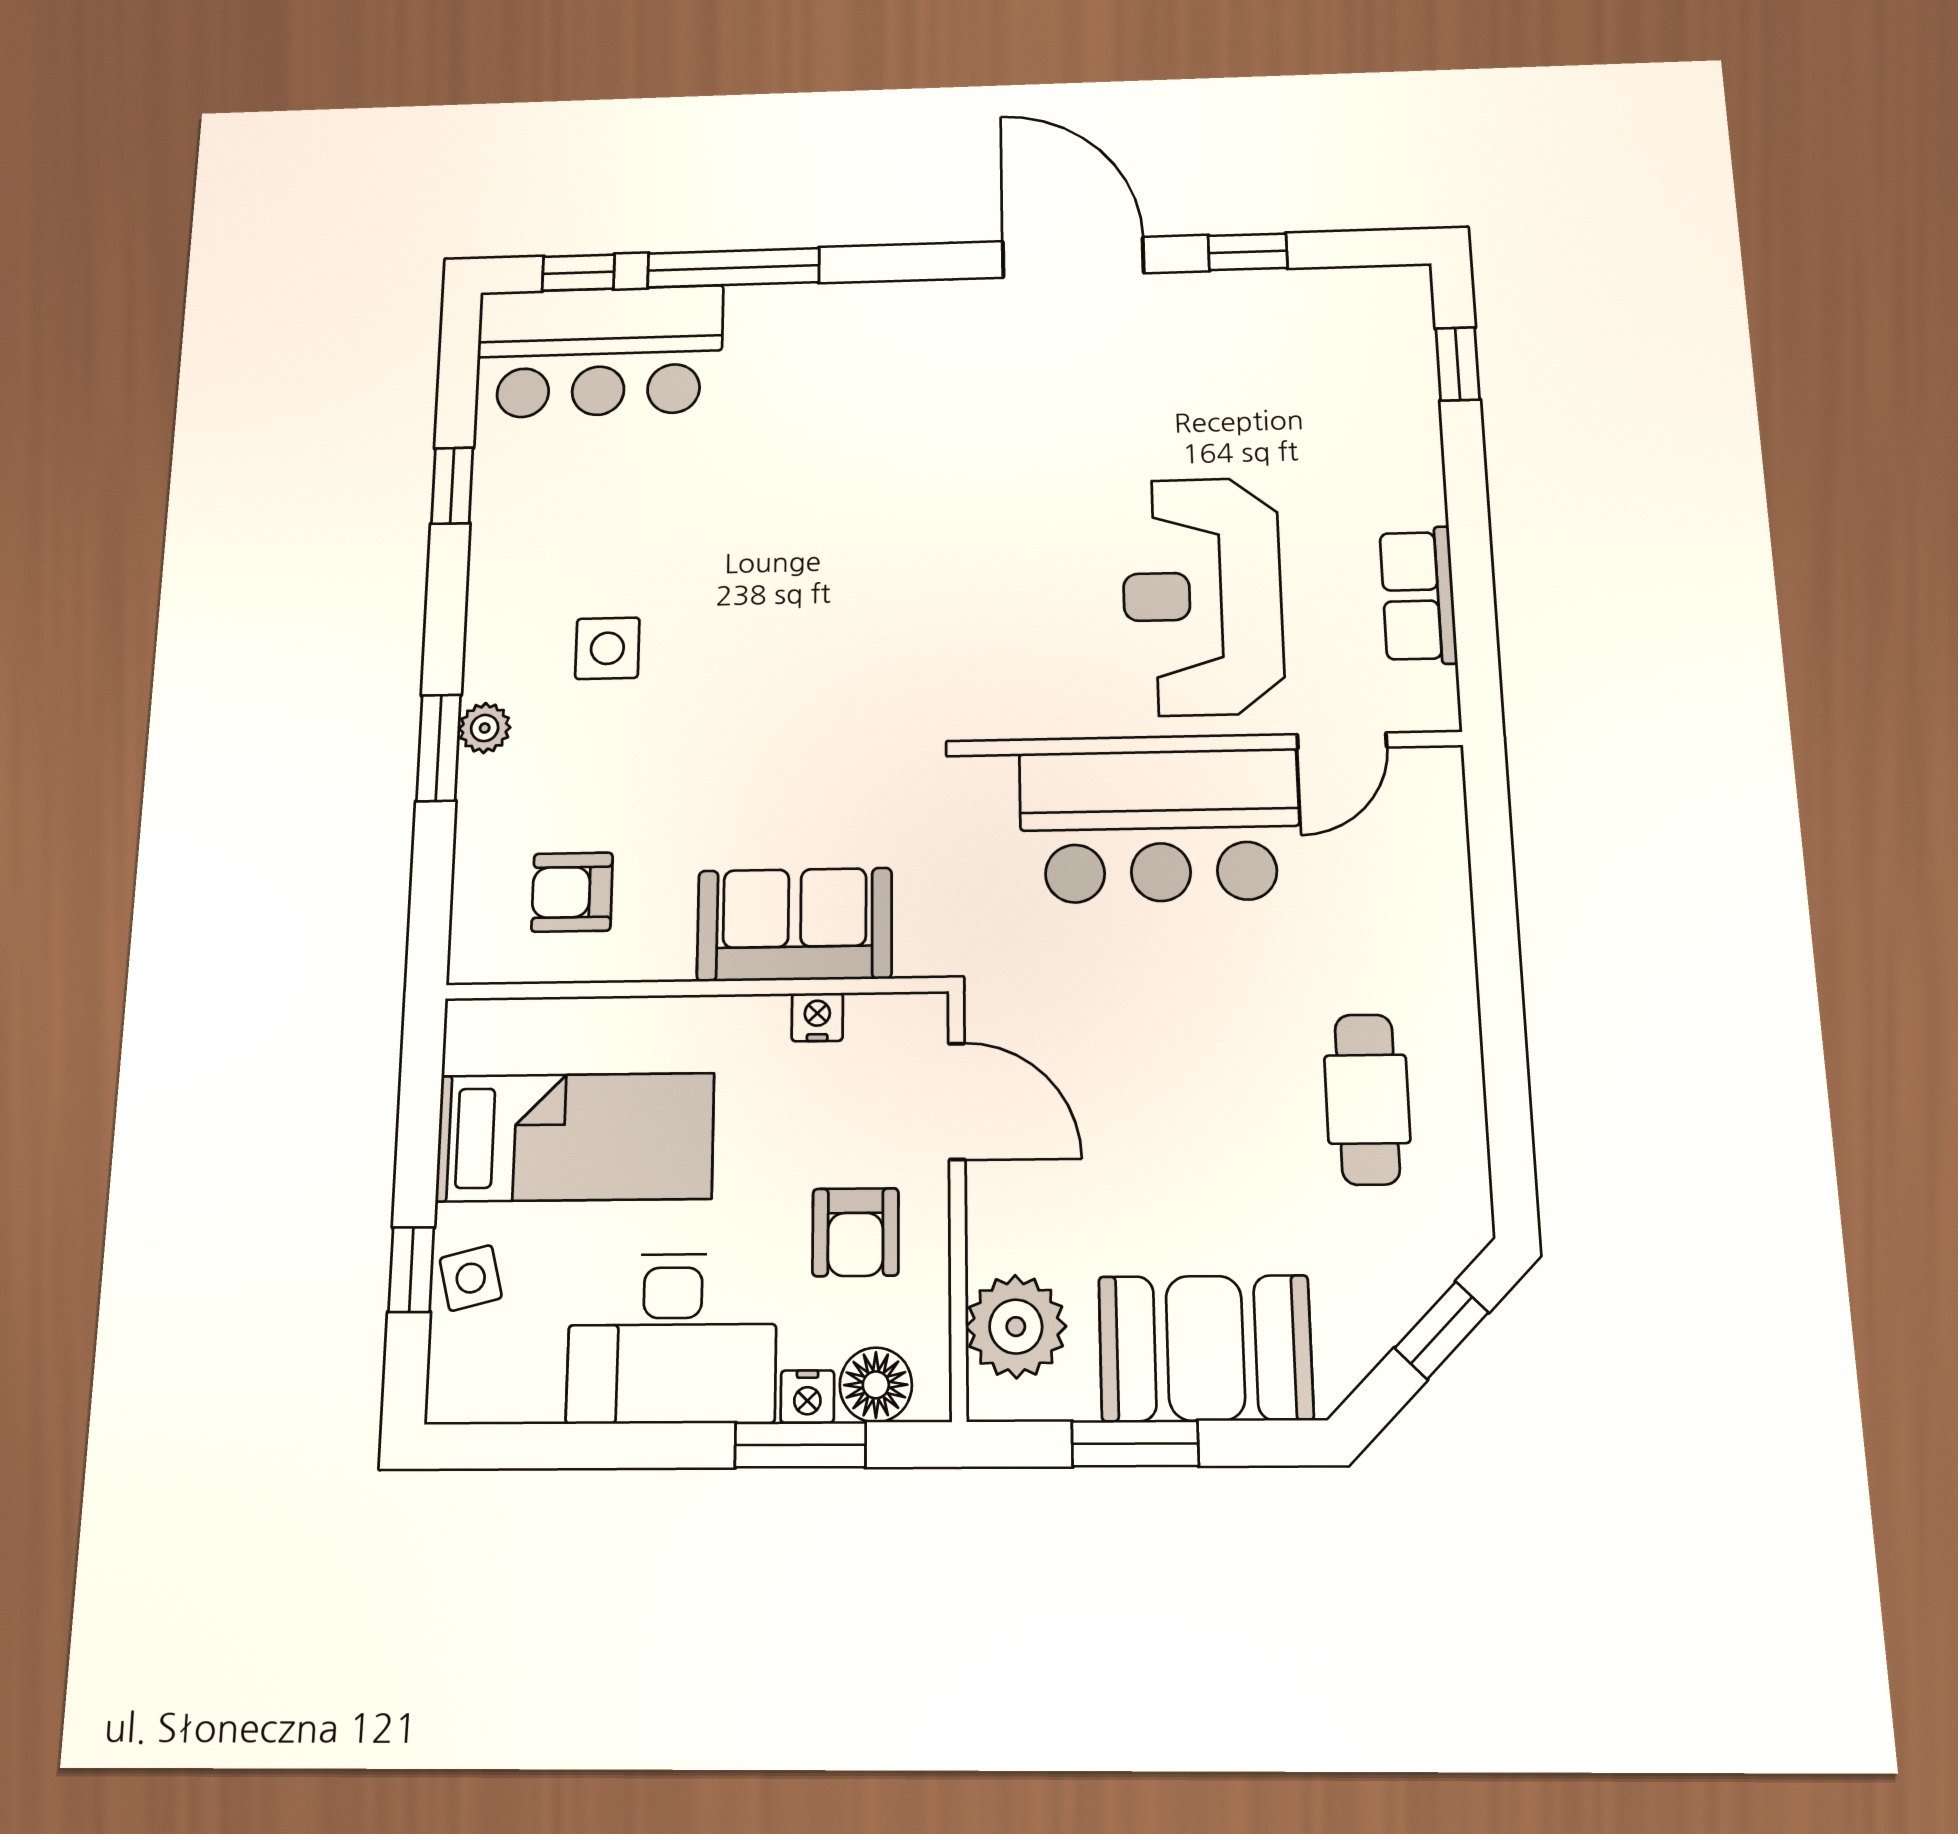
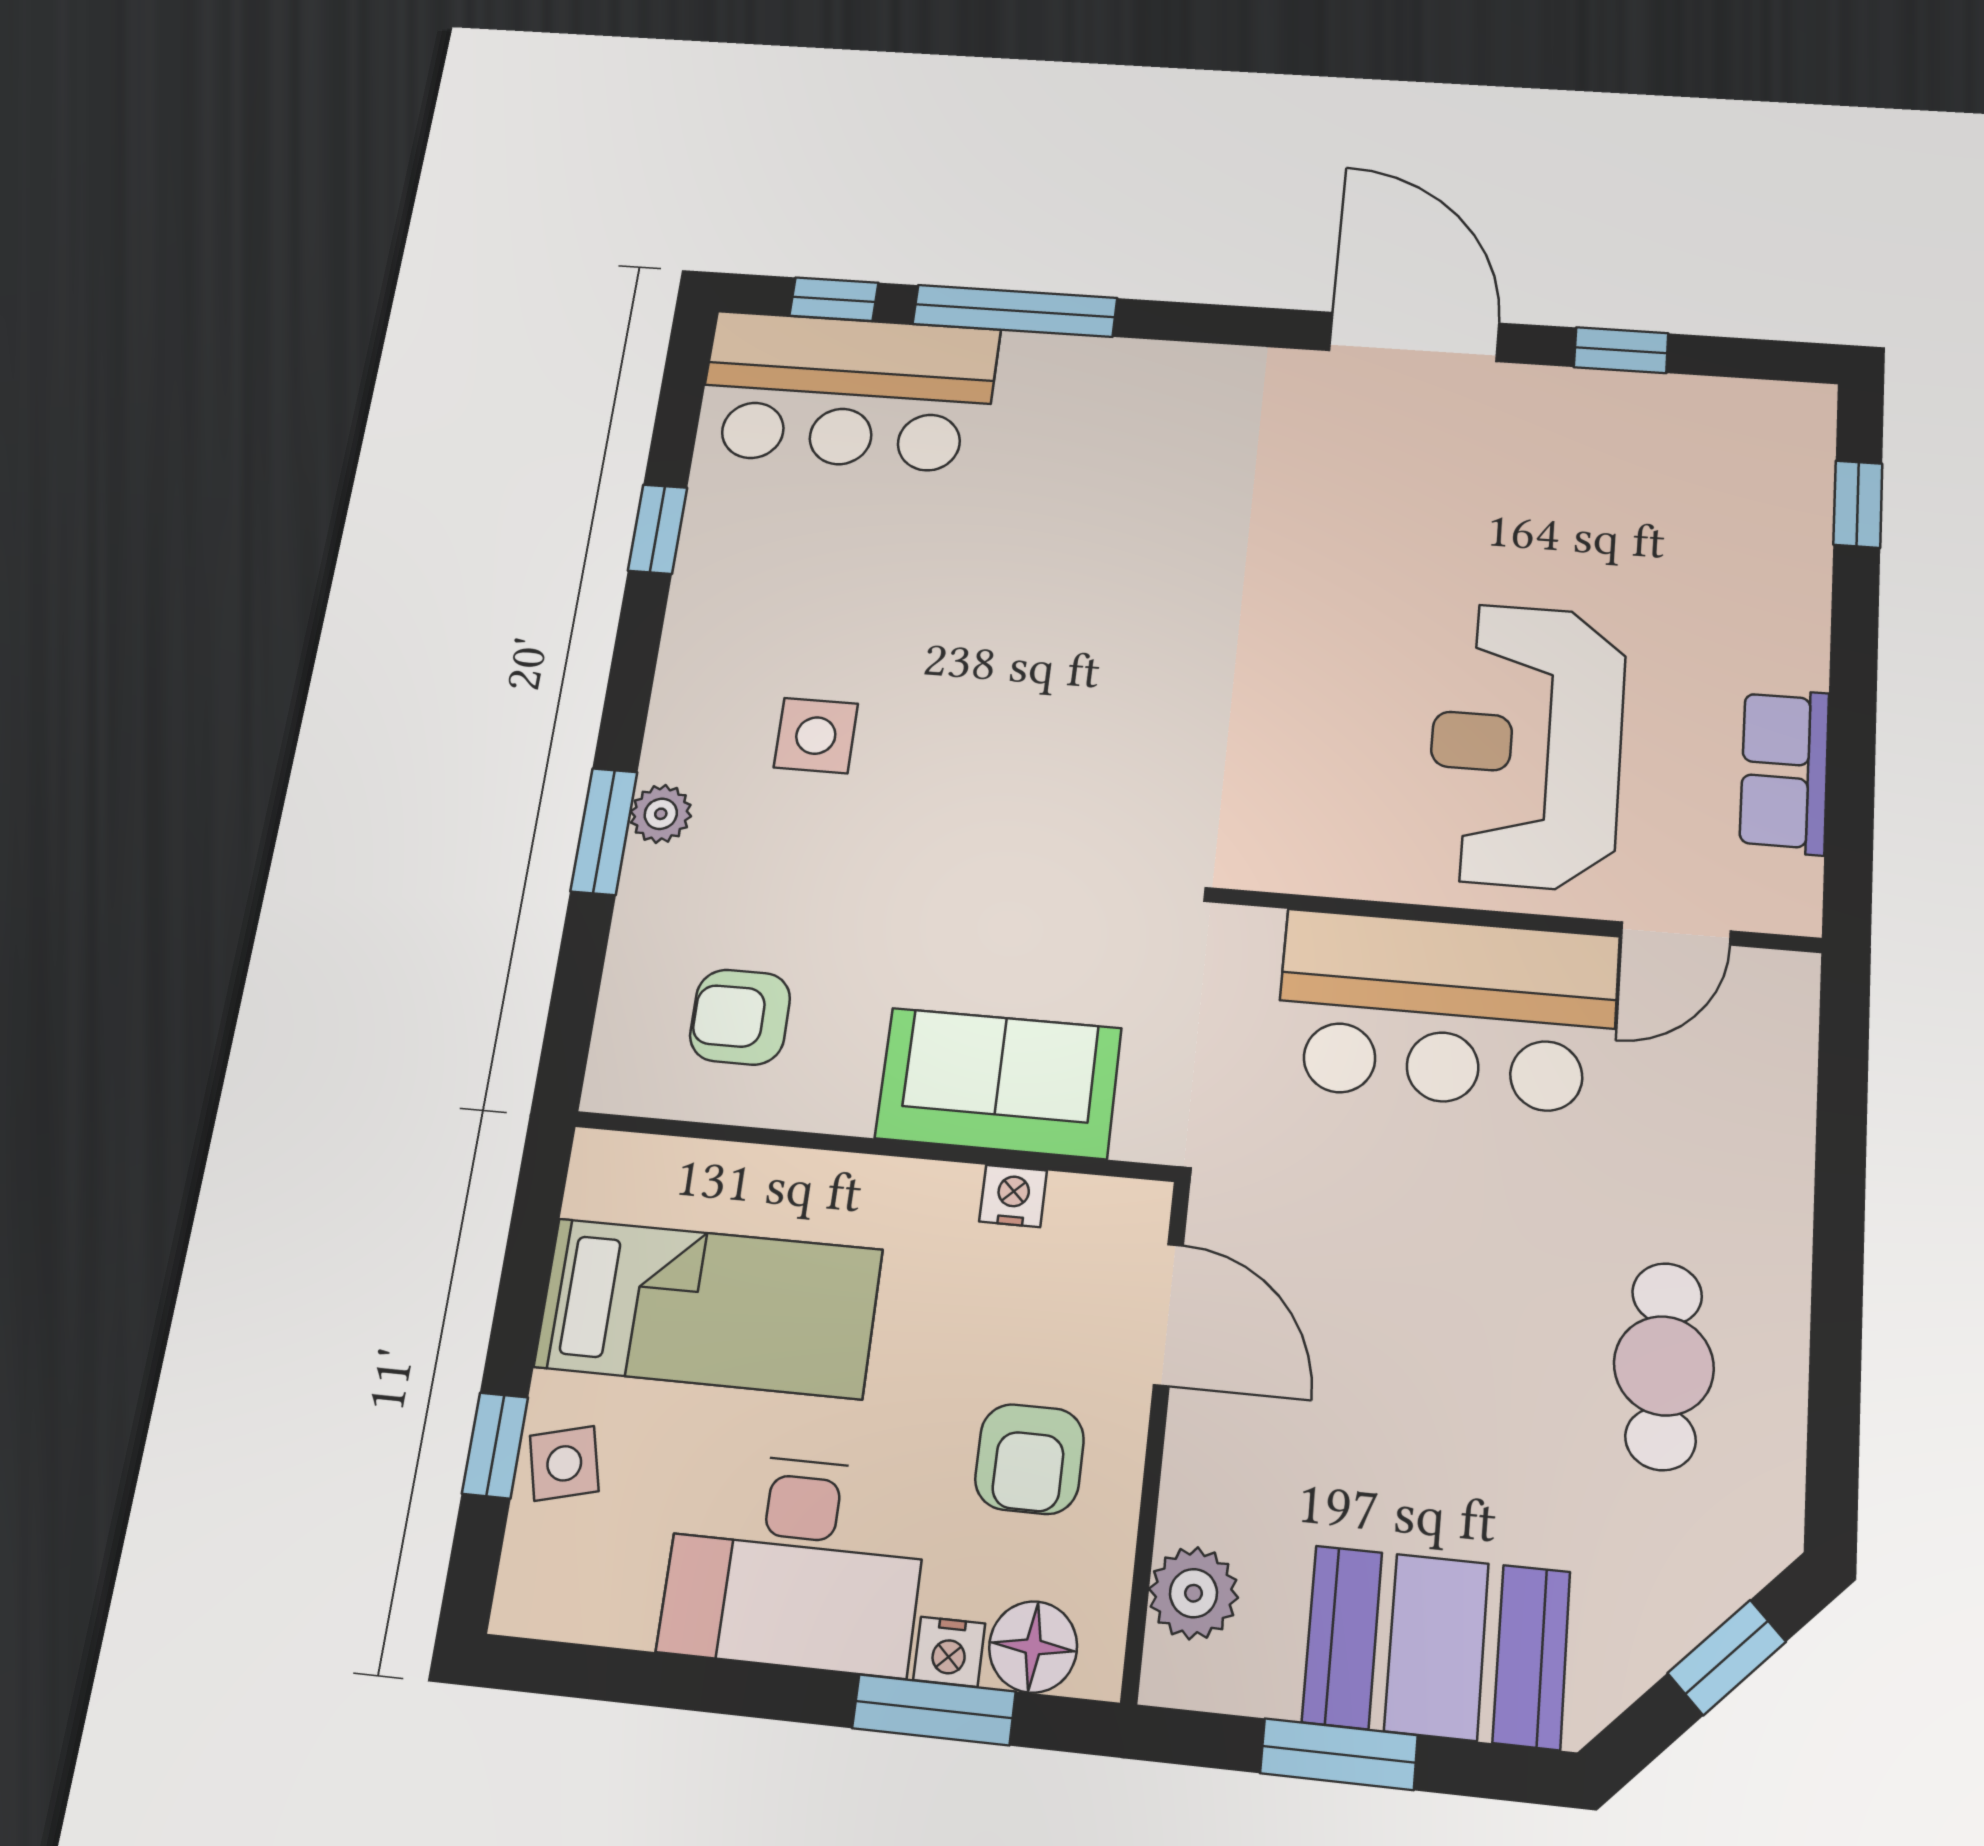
plant: (1016, 1327) -> (1194, 1593), width x0.73, depth x0.73

